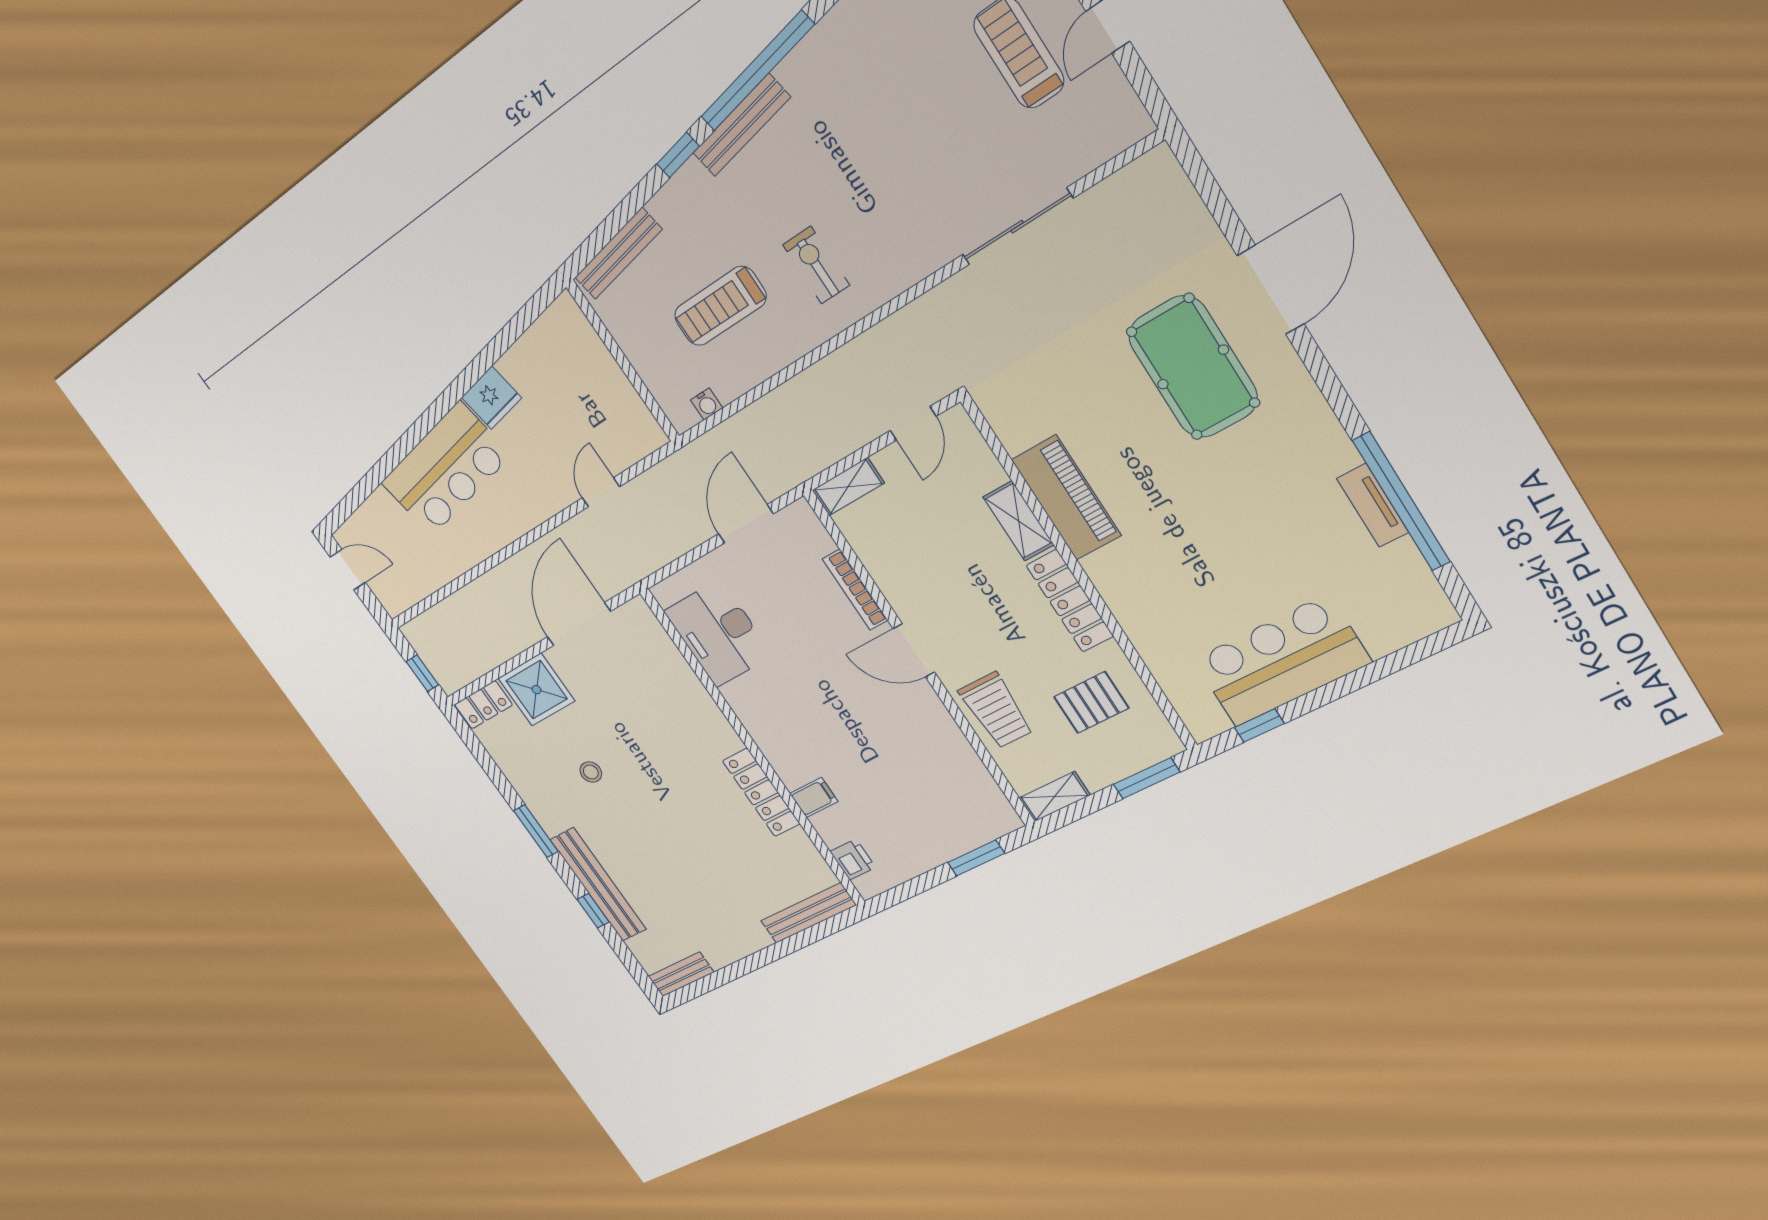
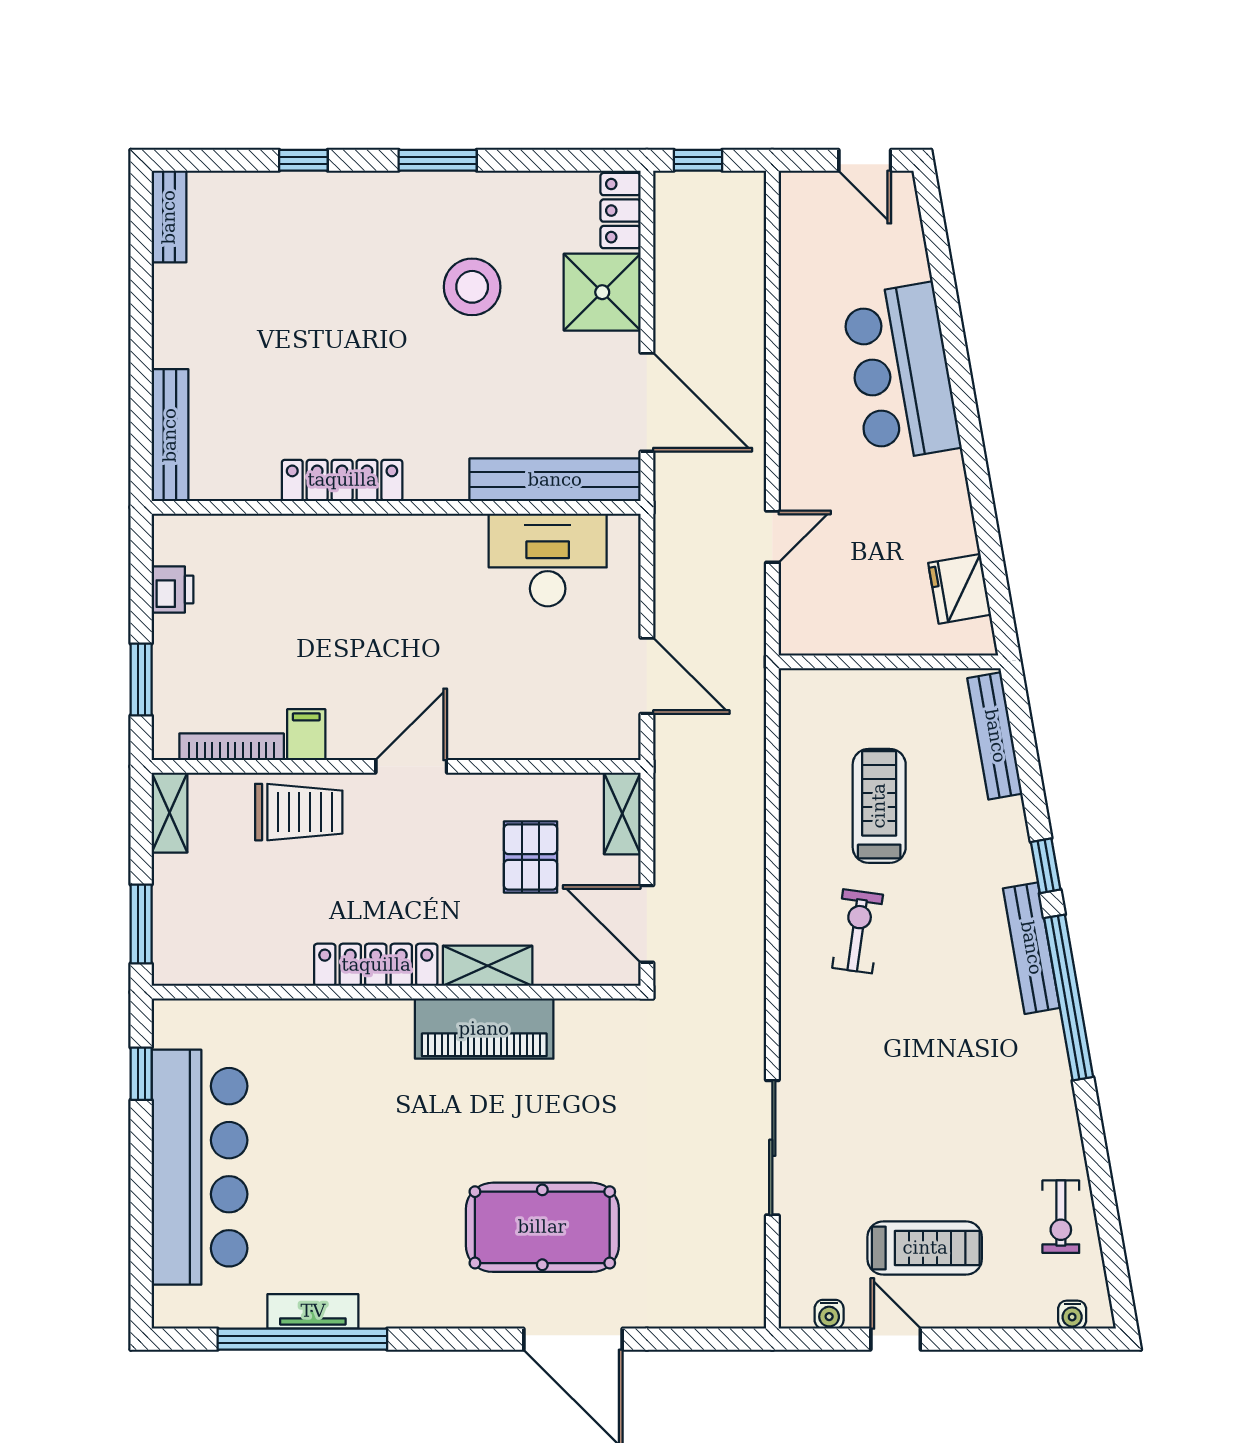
exercise bike: (816, 265) -> (858, 931), turned -82
fridge: (491, 398) -> (960, 589), moved
water cooler: (707, 404) -> (829, 1314), moved, turned -90
door: (913, 423) -> (647, 924), width x1.38
door: (601, 492) -> (772, 537), hinge flipped
door: (348, 570) -> (865, 160), hinge flipped
bookcase: (855, 590) -> (232, 747), moved
bar counter: (1281, 661) -> (199, 1167), width x1.36
pallet: (1091, 702) -> (530, 857), moved
trolley: (996, 710) -> (299, 812), turned 180
stool: (591, 772) -> (472, 287), width x1.89, depth x1.89
filing cabinet: (814, 797) -> (306, 735), moved, turned 180
printer: (853, 859) -> (172, 590), moved, turned -90
bench: (598, 885) -> (555, 480), moved

